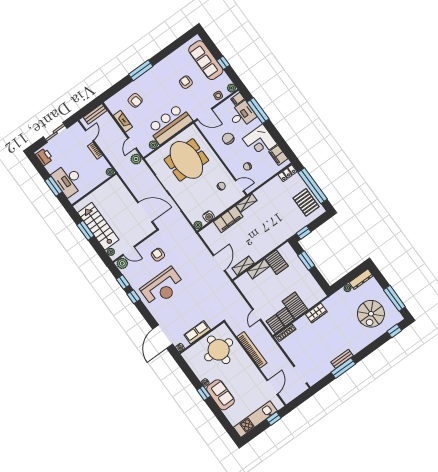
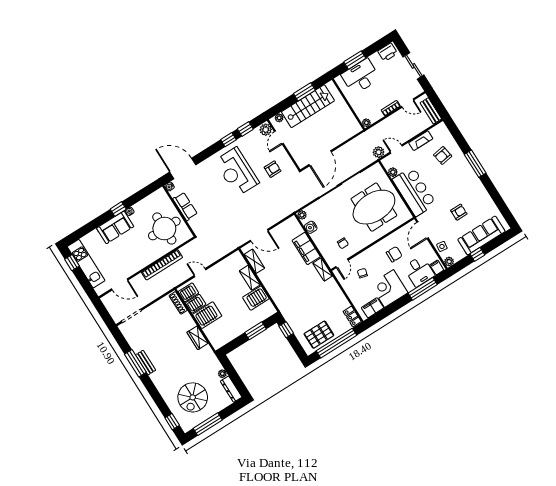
spiral stairs: (371, 314) -> (193, 397), turned -90
window: (274, 419) -> (72, 263), moved

